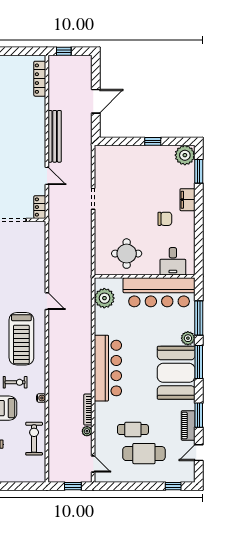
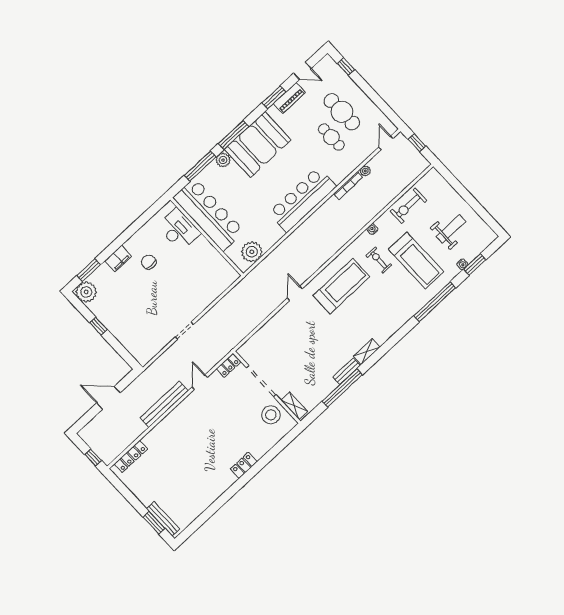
round table: (127, 254) -> (202, 267), removed
desk: (173, 261) -> (179, 230), width x1.37

